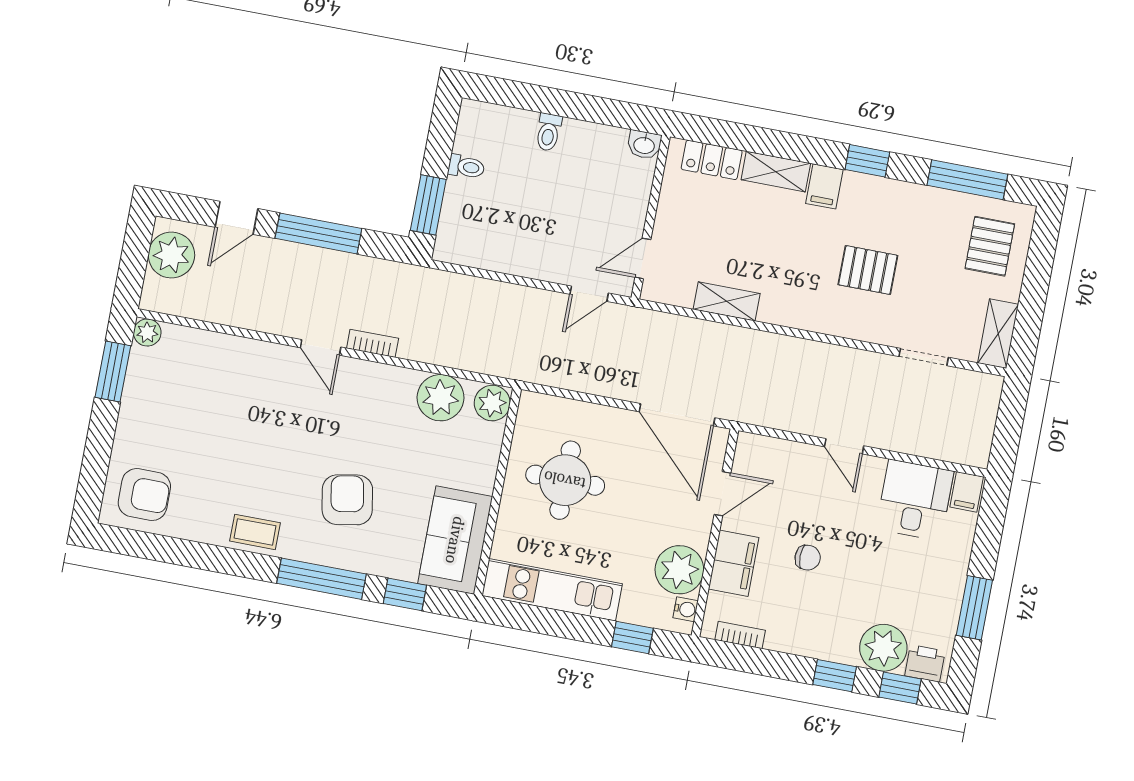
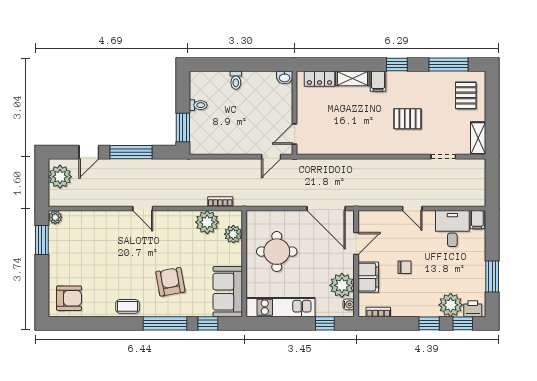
shelving: (727, 301) -> (340, 148), removed
bookcase: (373, 343) -> (220, 202), moved
plant: (492, 403) -> (233, 234), moved

